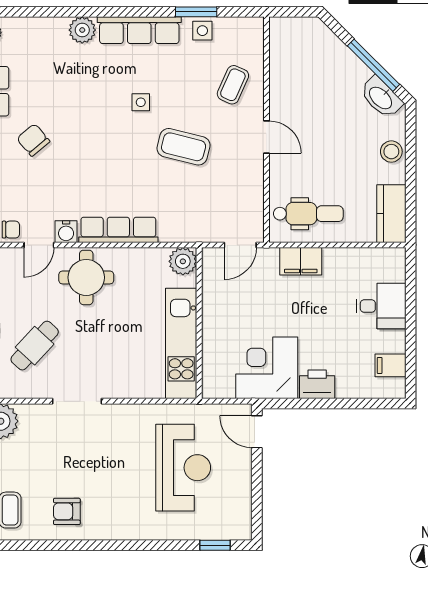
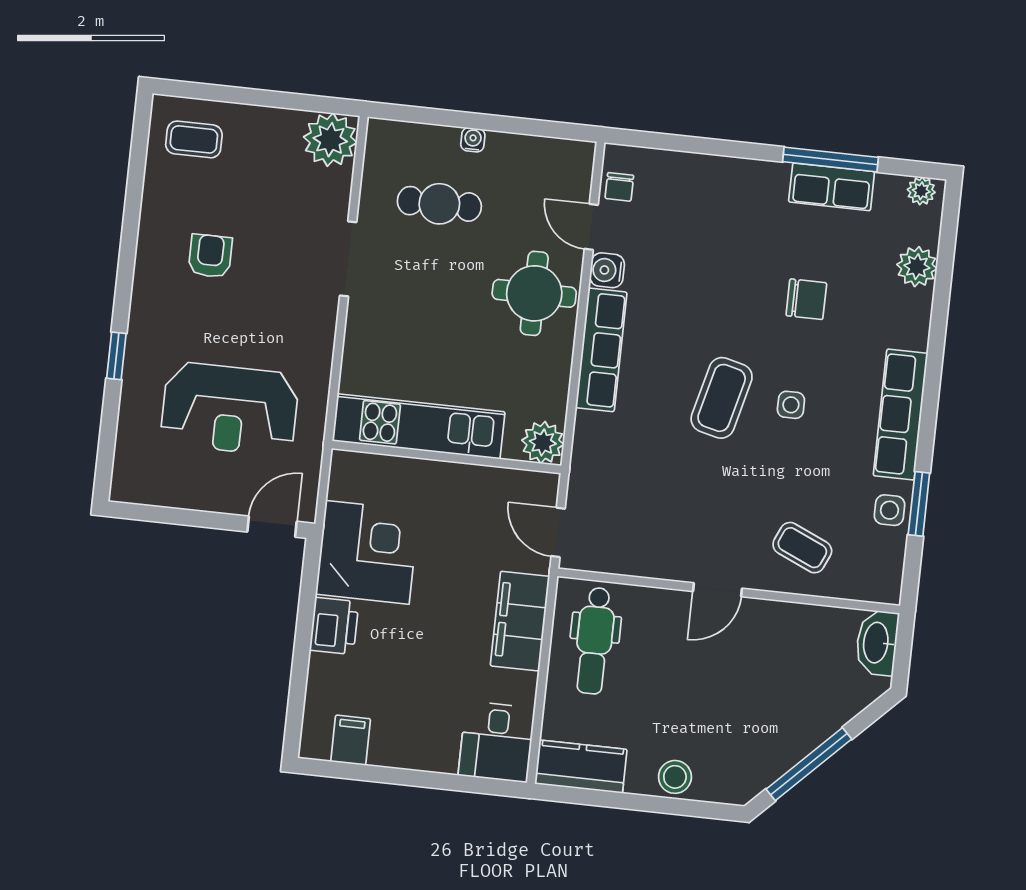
plant: (82, 30) -> (917, 267), moved
washbasin: (381, 97) -> (877, 643), moved, turned -45
chair: (33, 140) -> (806, 299), moved, turned 40
coffee table: (184, 147) -> (722, 398), moved
filing cabinet: (301, 261) -> (520, 621), width x1.50, depth x1.17
desk: (381, 306) -> (497, 742), moved
cafe table: (35, 346) -> (439, 204), turned -43
armchair: (67, 511) -> (210, 256), moved
window: (215, 545) -> (116, 356), moved

